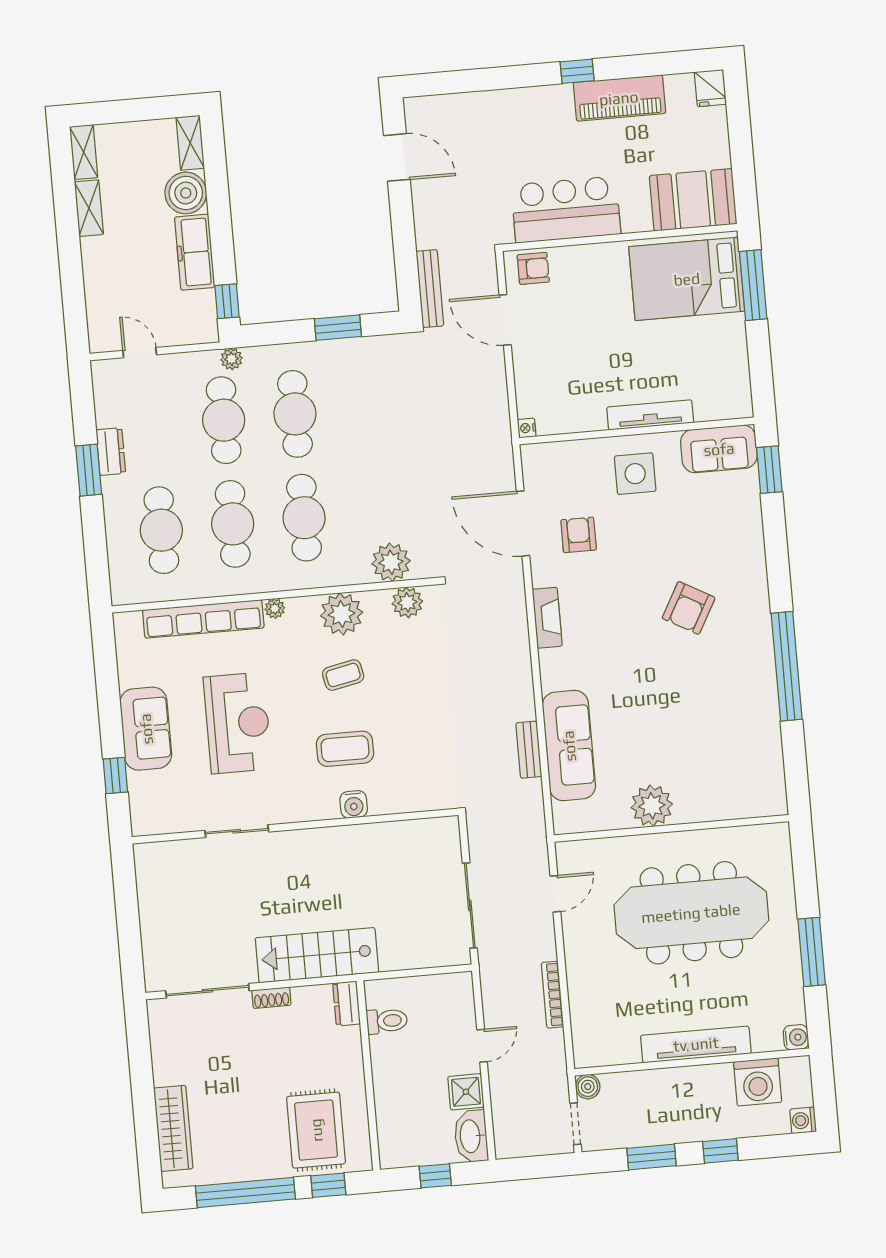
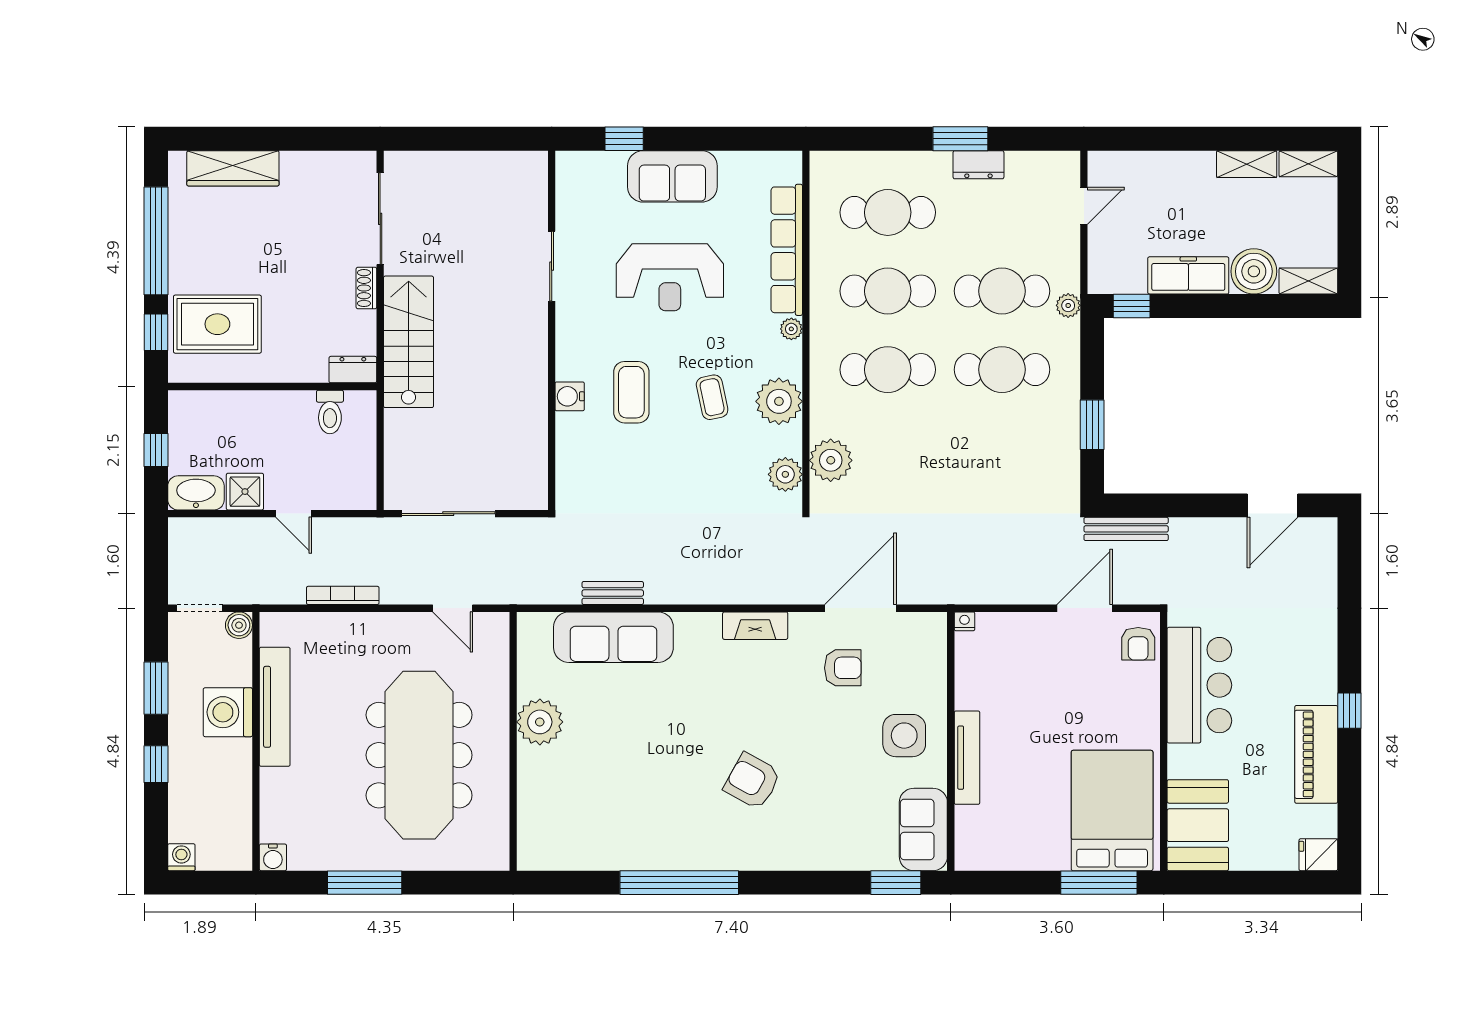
tv unit: (696, 1044) -> (275, 707), moved
washing machine: (758, 1082) -> (228, 712), moved

